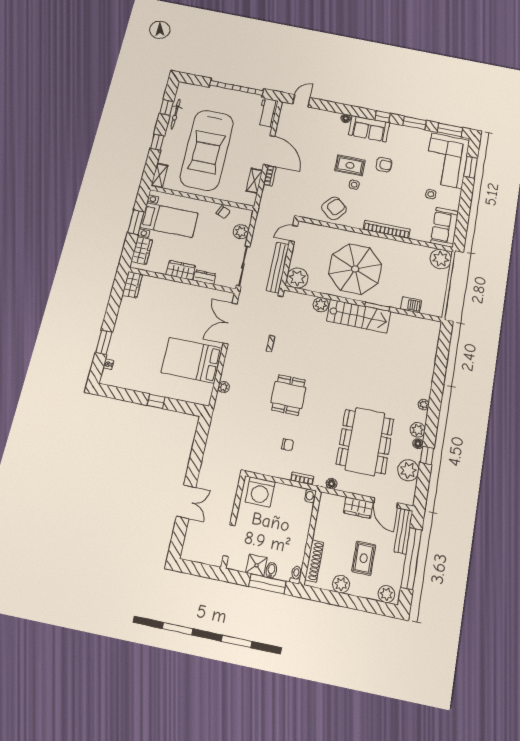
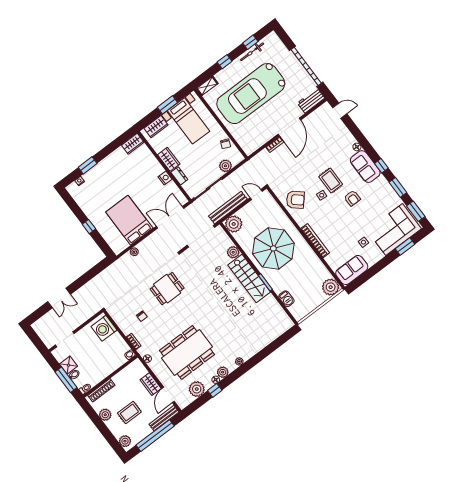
shelving: (254, 181) -> (262, 140), removed
nightstand: (192, 291) -> (165, 178), added

